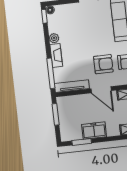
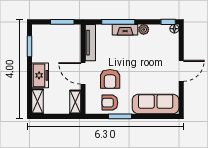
window: (51, 73) -> (118, 22), moved
door: (101, 90) -> (83, 73), hinge flipped
freezer: (94, 131) -> (40, 75), moved

